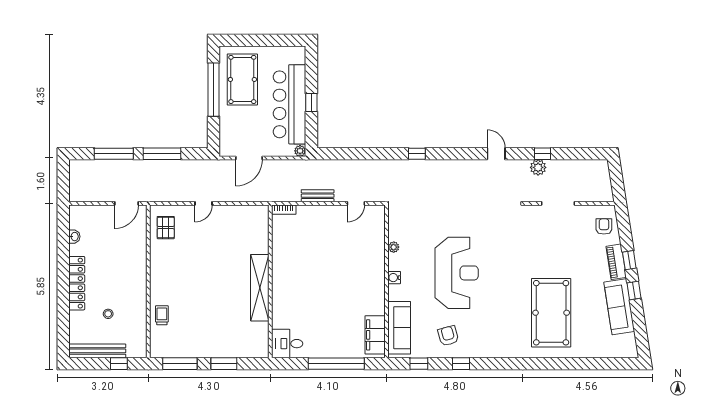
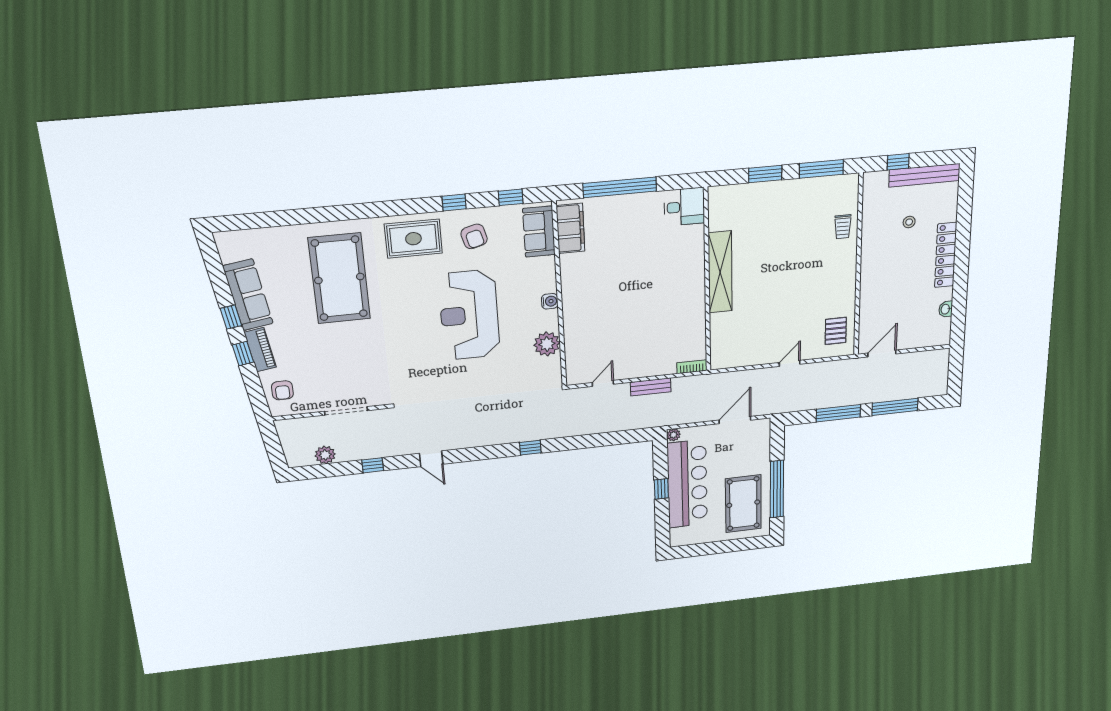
plant: (538, 167) -> (325, 455), moved
plant: (394, 247) -> (547, 344), width x1.87, depth x1.87
sofa: (399, 328) -> (539, 232), width x0.73
rug: (493, 338) -> (413, 239), added

